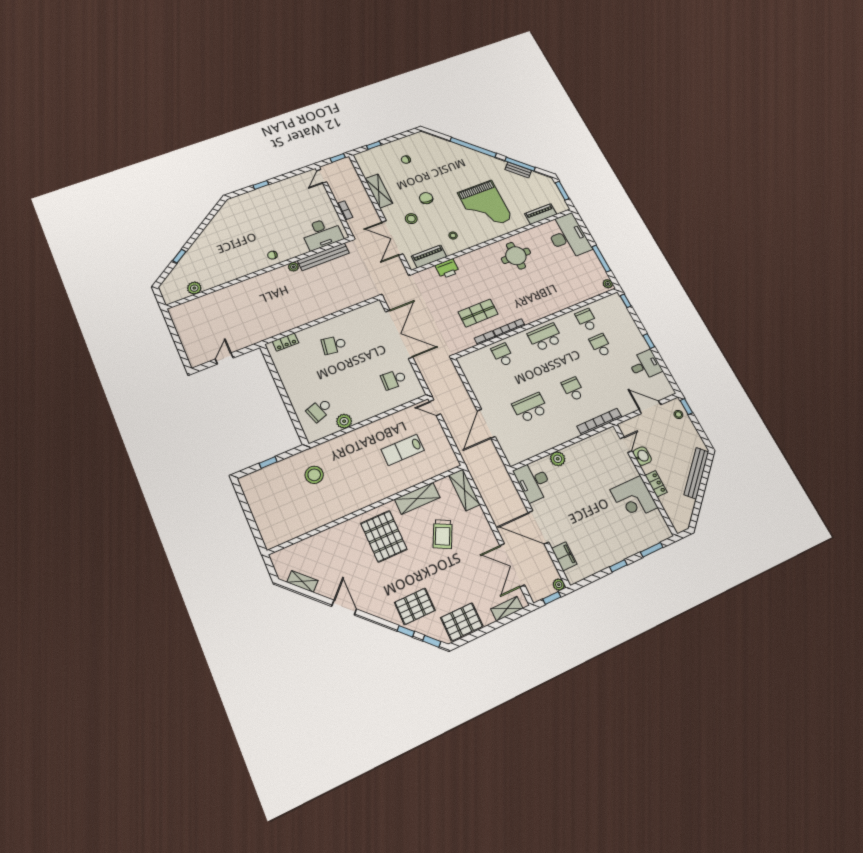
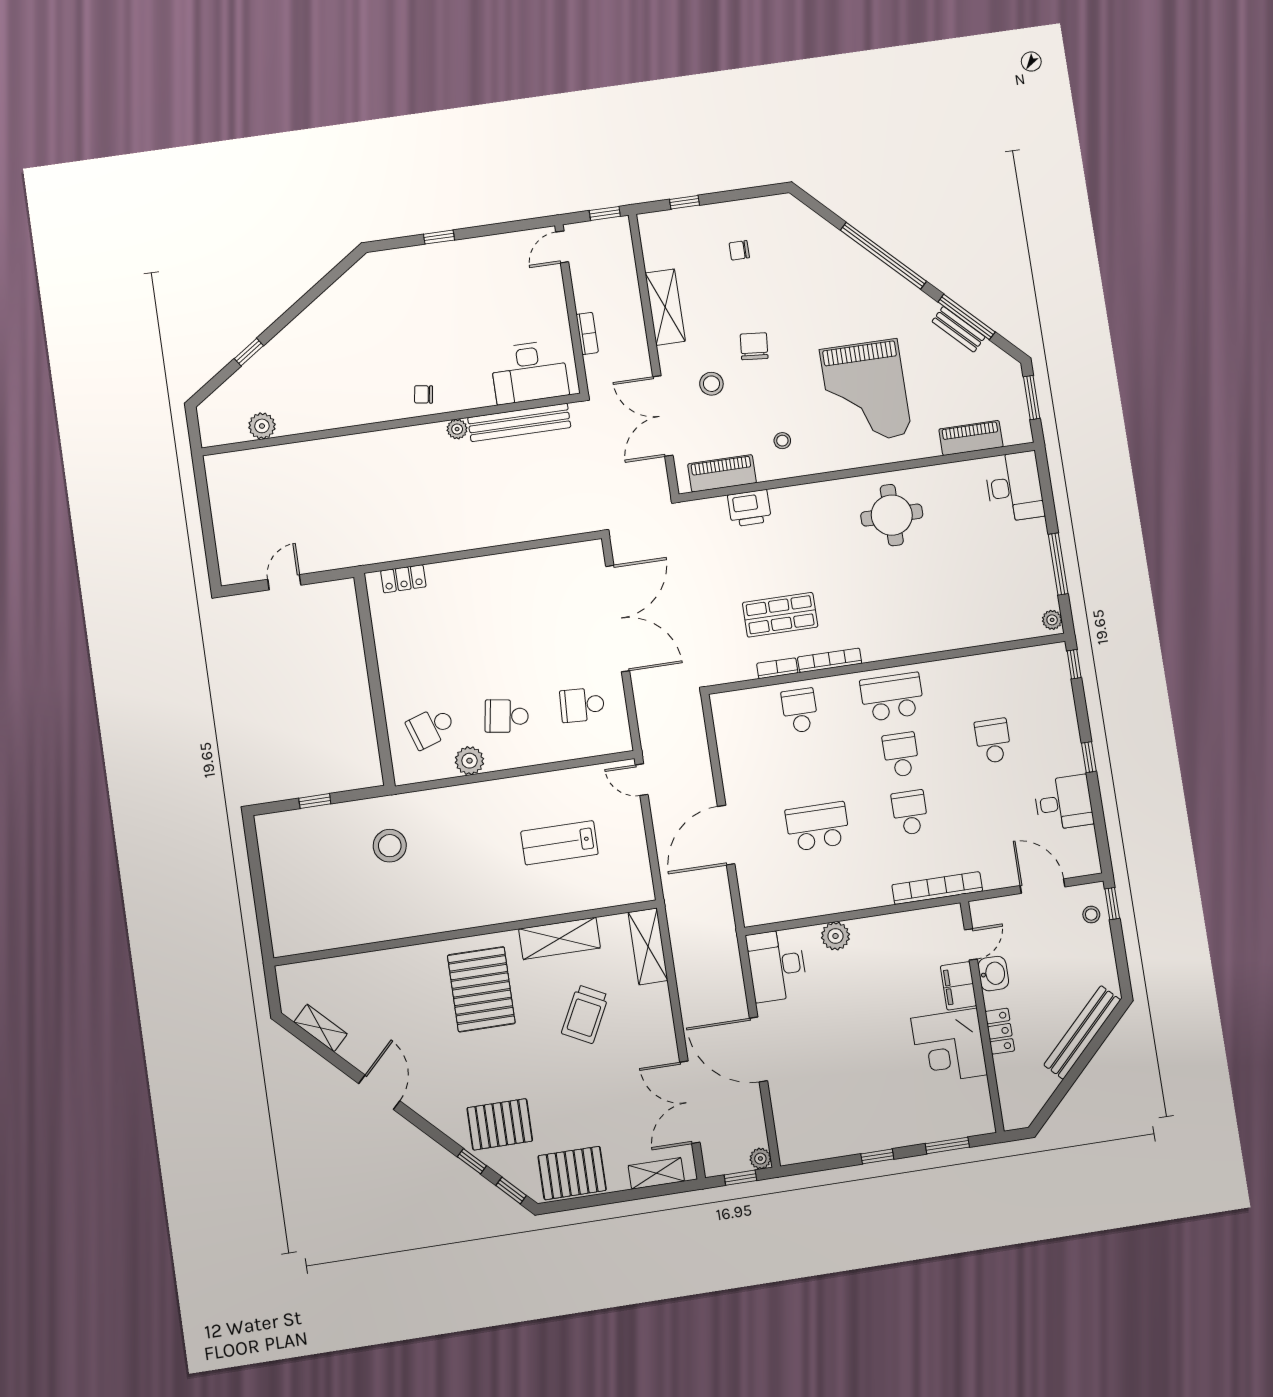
desk: (568, 236) -> (1014, 487), width x0.73, depth x0.77
school desk: (587, 320) -> (901, 755), moved
school desk: (334, 345) -> (507, 716), moved
filing cabinet: (564, 556) -> (958, 986), moved, turned 180

